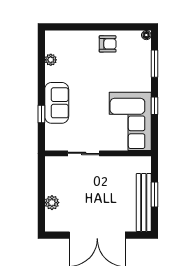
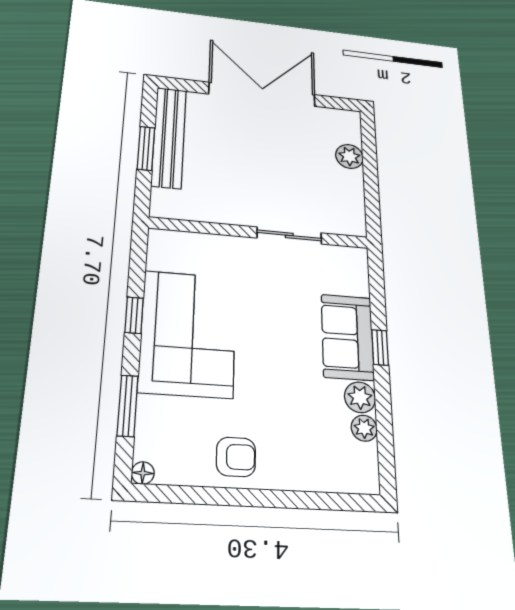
armchair: (108, 44) -> (236, 457), turned 180
plant: (52, 74) -> (360, 397), added
window: (41, 114) -> (380, 347), moved
corner sofa: (130, 121) -> (188, 333), moved

